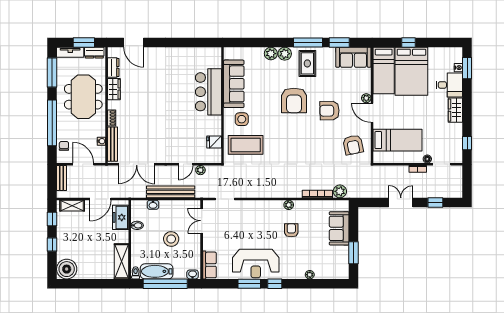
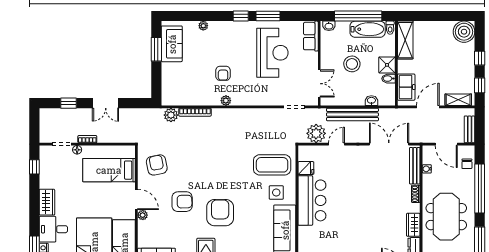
bar counter: (208, 92) -> (312, 200), moved
plant: (200, 170) -> (316, 133), width x1.87, depth x1.87
sofa: (339, 228) -> (172, 44), moved
shower: (138, 238) -> (387, 65), added
reception desk: (256, 264) -> (272, 53), moved, turned 90

